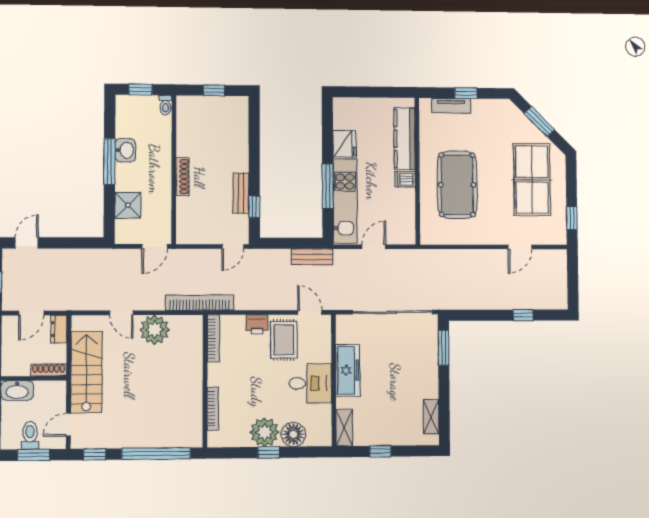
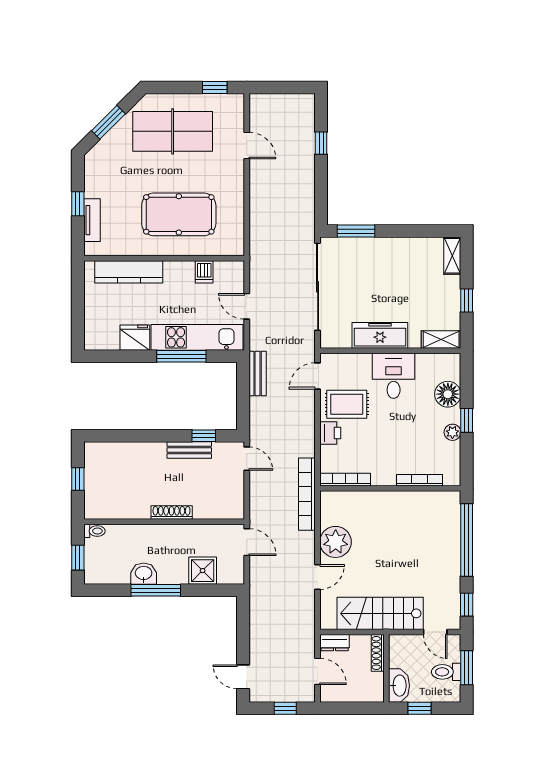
dishwasher: (405, 179) -> (204, 272), moved
shelving: (431, 417) -> (452, 256), moved, turned 90
plant: (265, 432) -> (452, 432), width x0.53, depth x0.53

